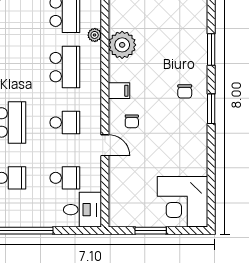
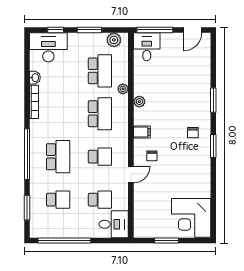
plant: (122, 45) -> (139, 102), width x0.53, depth x0.53
door: (105, 145) -> (131, 174), hinge flipped

